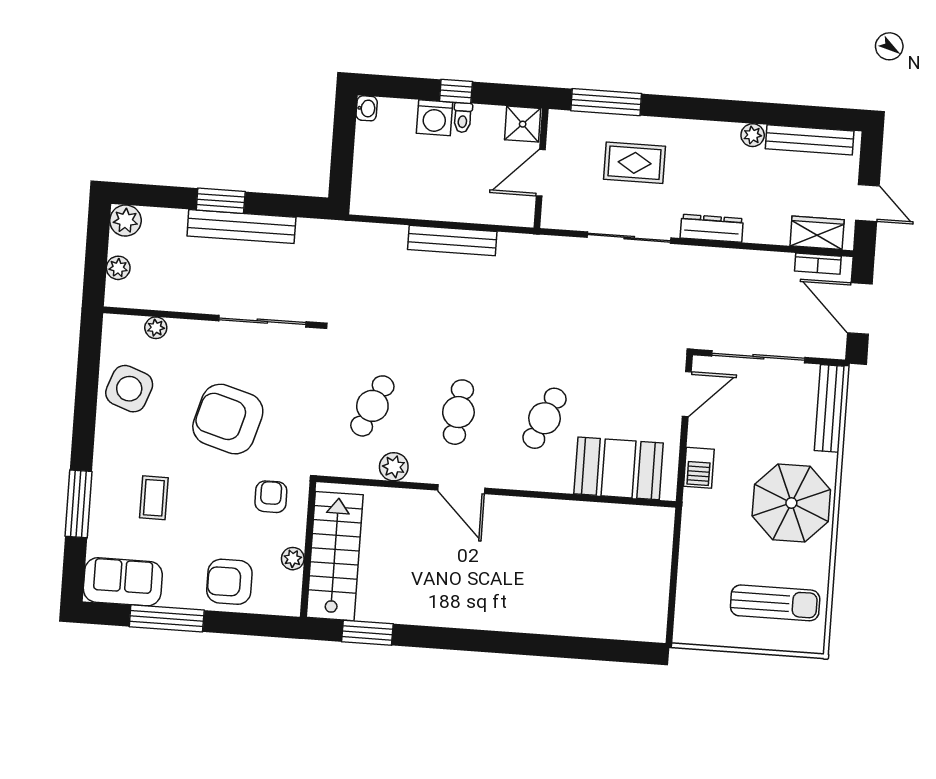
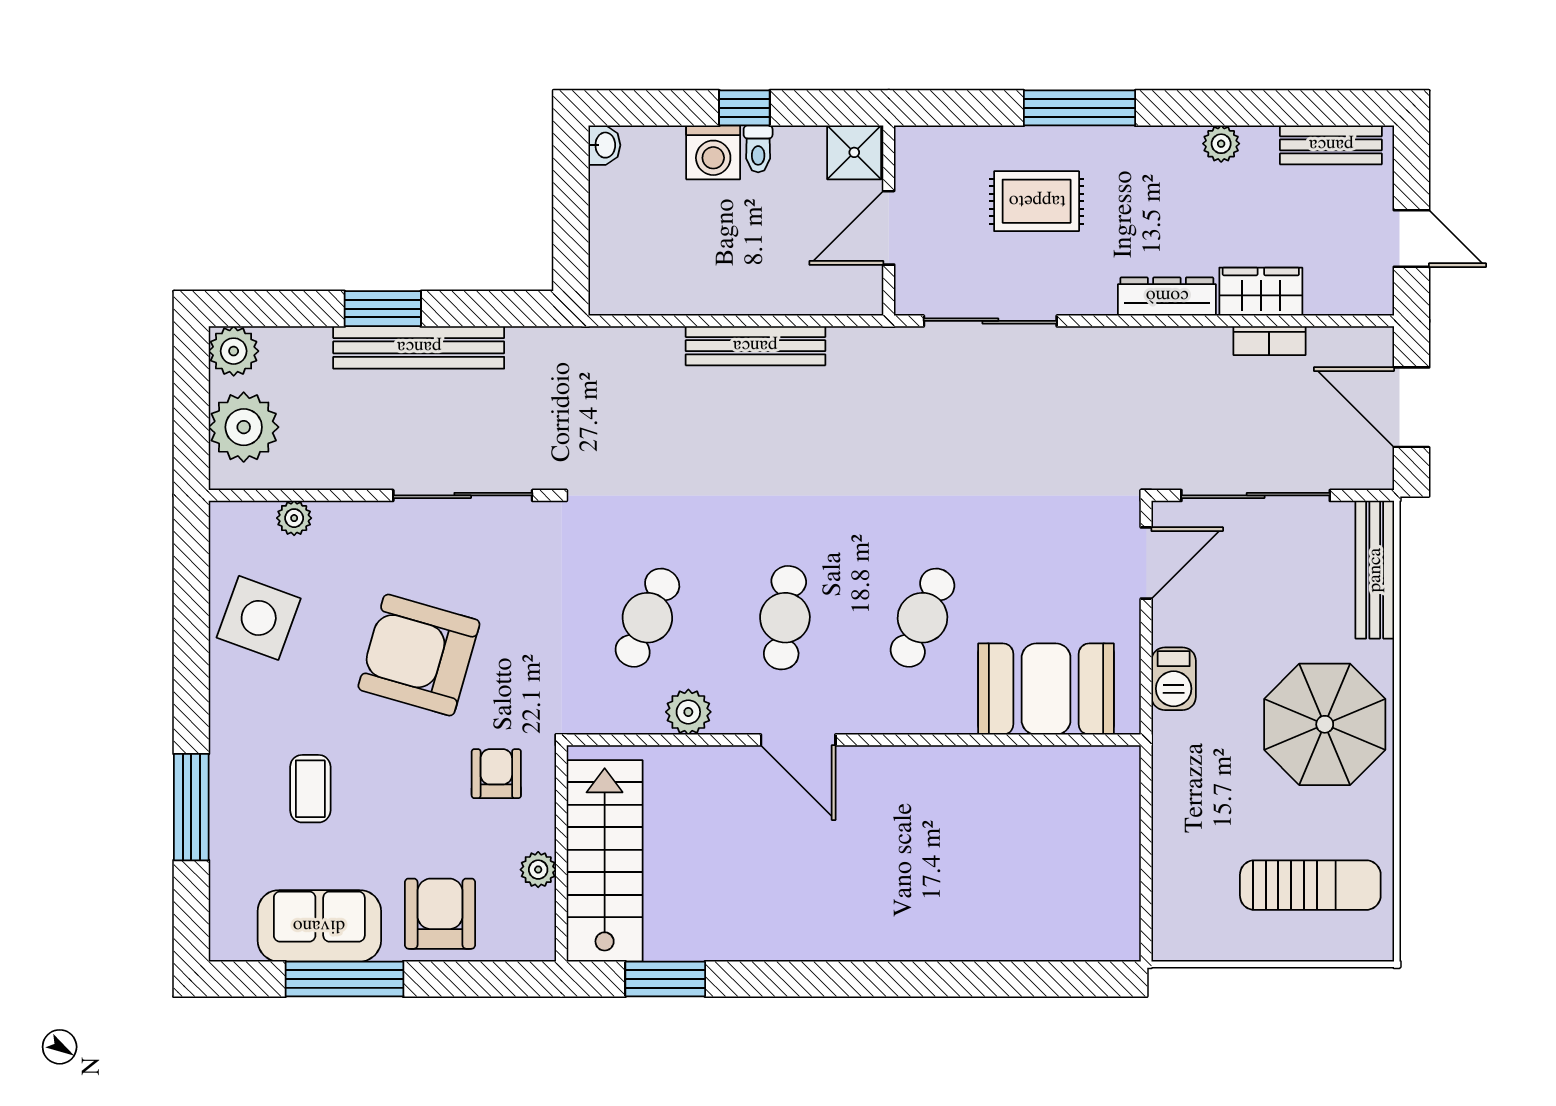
window: (606, 102) -> (1079, 108), moved
bench: (810, 140) -> (1331, 145), width x0.73
wardrobe: (817, 233) -> (1261, 292), moved
sliding door: (629, 238) -> (990, 321), moved
bookcase: (818, 264) -> (1269, 341), moved
plant: (118, 268) -> (244, 427), width x1.88, depth x1.88
sofa: (123, 582) -> (319, 926), moved
armchair: (229, 582) -> (440, 914), turned 90

